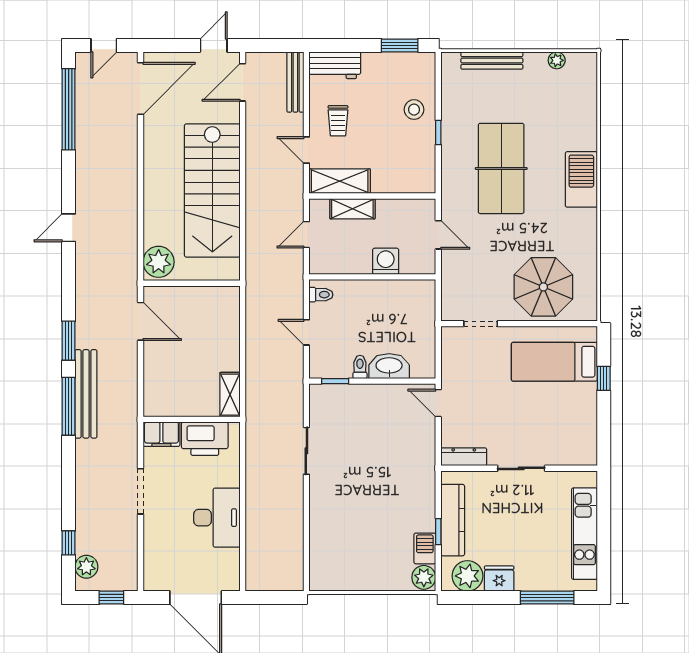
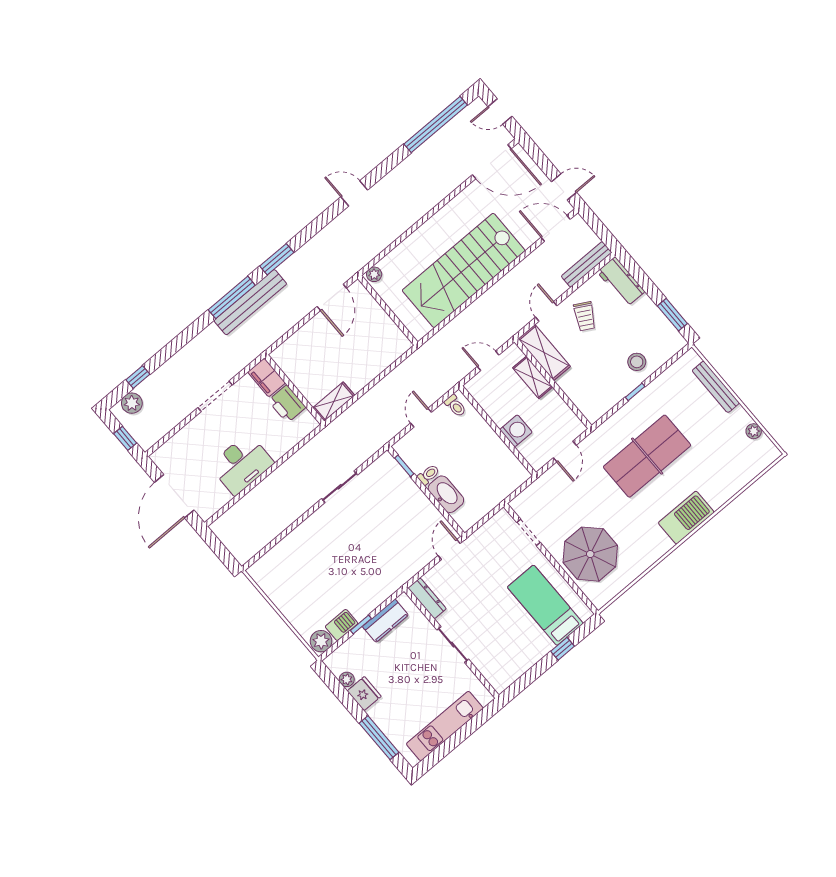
trolley: (338, 121) -> (585, 316), turned -61
plant: (159, 262) -> (374, 274), width x0.53, depth x0.53
printer: (205, 439) -> (287, 404), width x0.73, depth x0.84
kitchen counter: (453, 520) -> (385, 621), width x0.67
plant: (467, 576) -> (347, 679), width x0.53, depth x0.53

